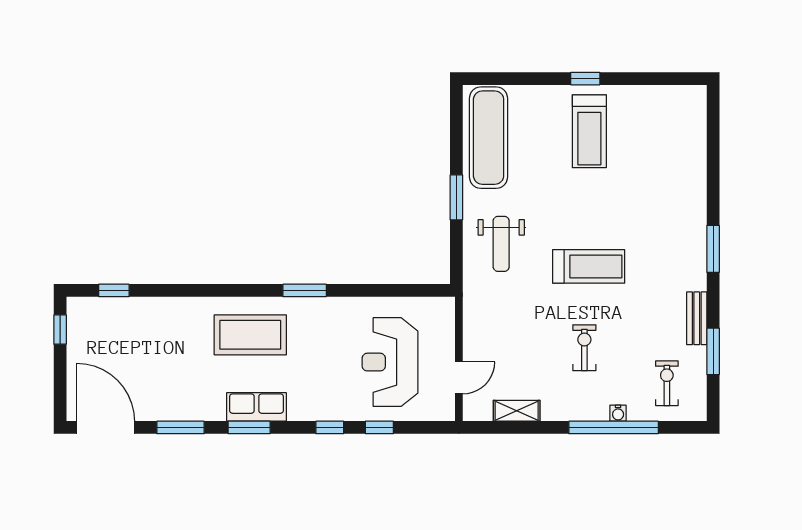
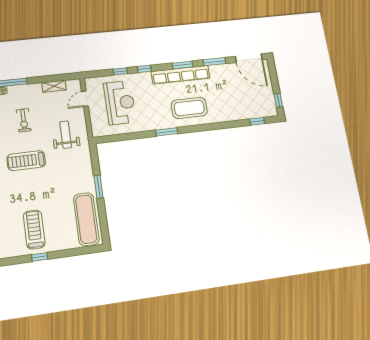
weight bench: (501, 244) -> (66, 135), moved
row of seats: (256, 407) -> (181, 75), width x2.02

